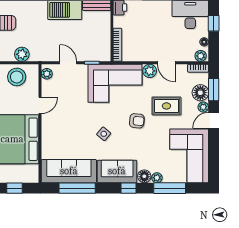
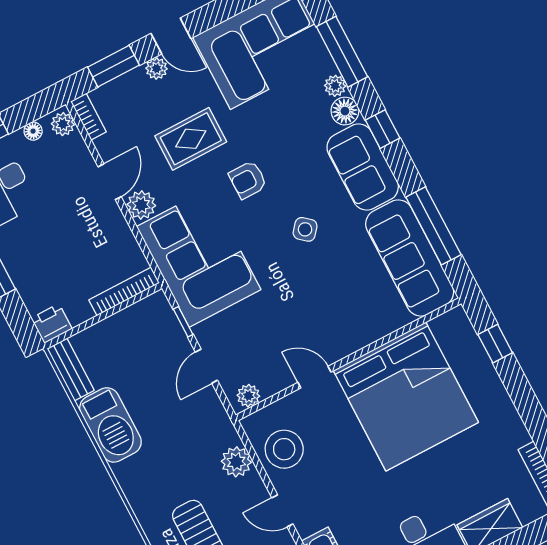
floor lamp: (200, 93) -> (132, 88), removed
rug: (166, 106) -> (191, 139), turned 90
armchair: (137, 121) -> (248, 180), turned -96

